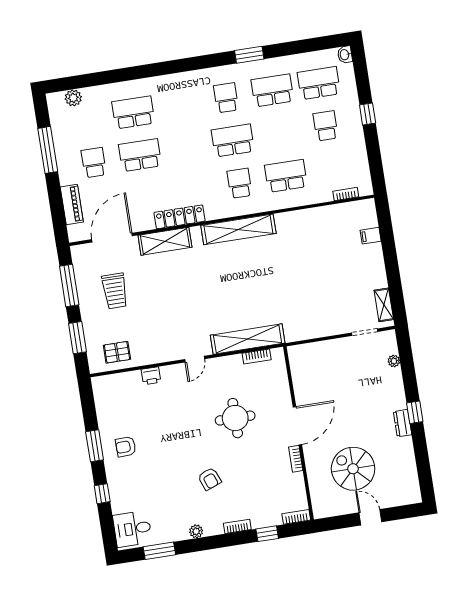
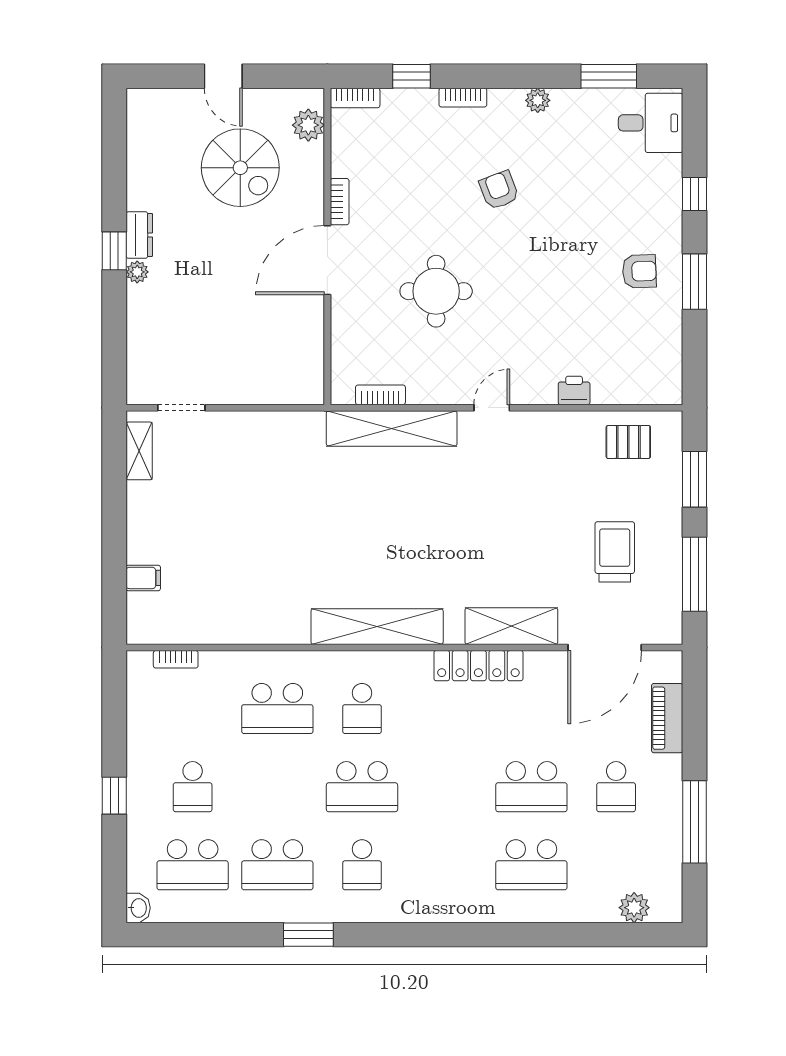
plant: (394, 361) -> (137, 272), moved
plant: (320, 498) -> (308, 125), added

